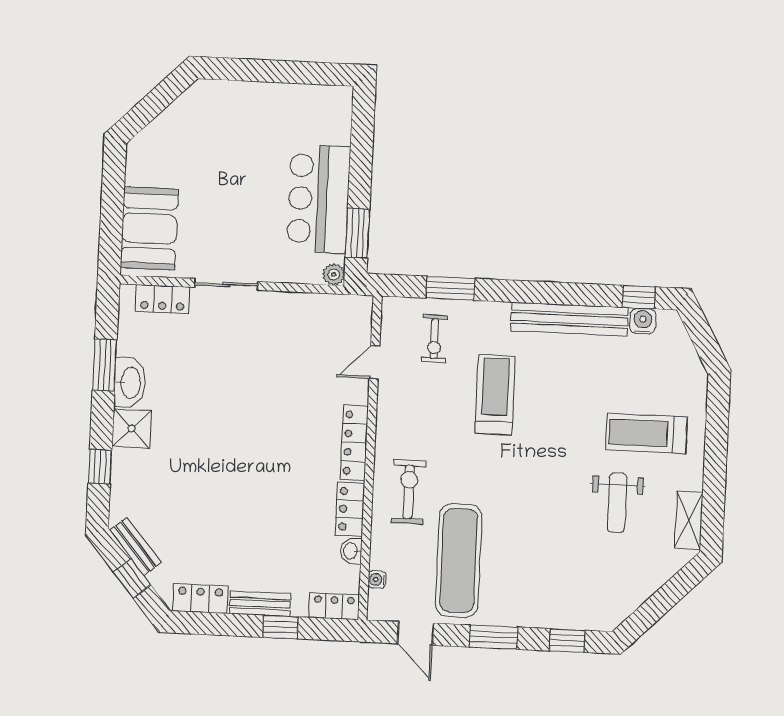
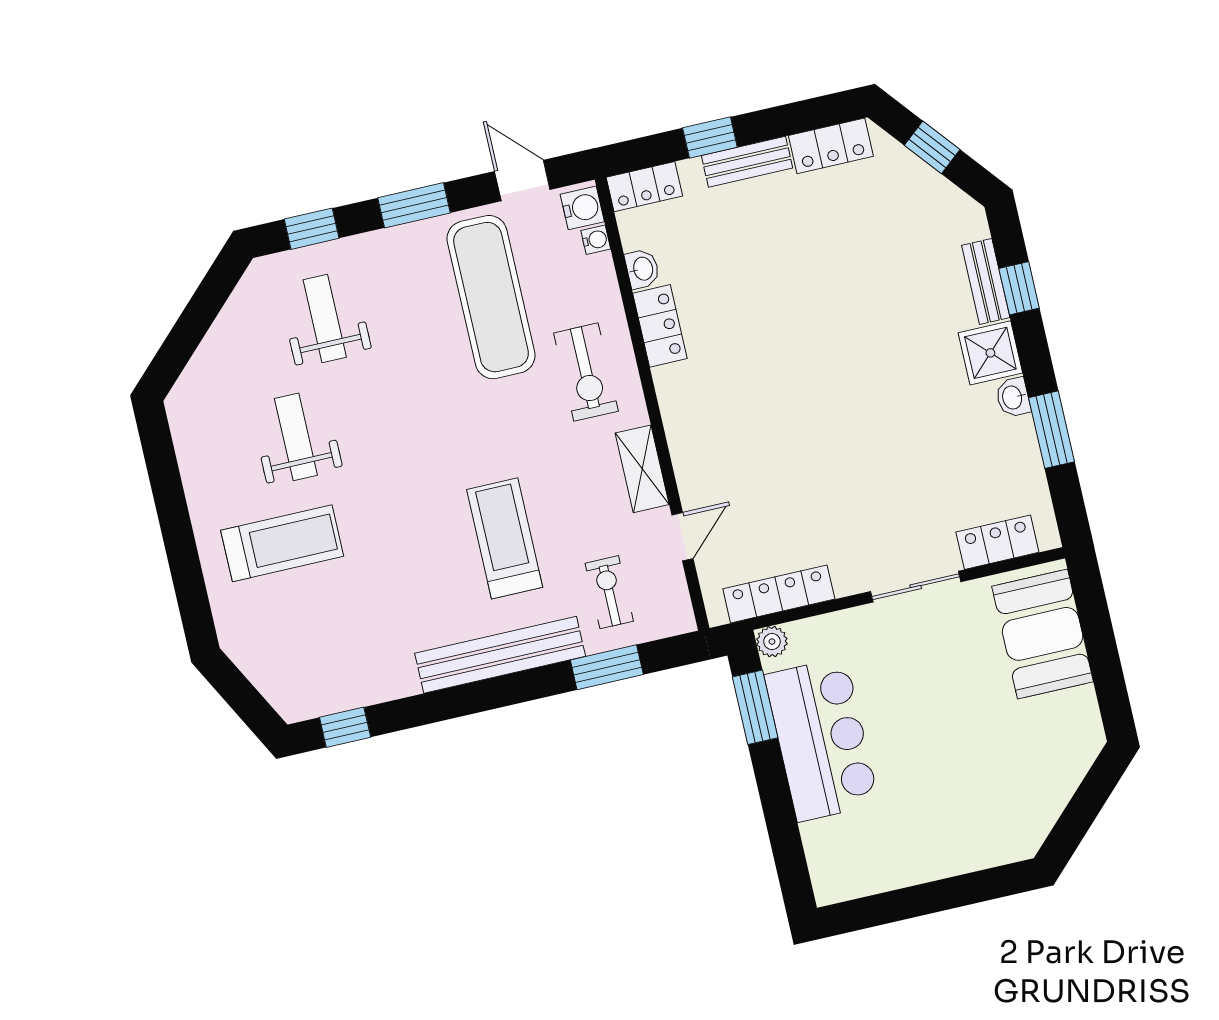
bench: (569, 319) -> (500, 655), moved
water cooler: (643, 321) -> (582, 208), moved, turned -90
washbasin: (130, 383) -> (1013, 397), width x0.52, depth x0.69
treadmill: (495, 395) -> (505, 538), turned 180
locker: (354, 443) -> (779, 594), moved, turned -90
shelving: (689, 520) -> (642, 469), moved
bench: (135, 546) -> (986, 281), moved, turned 40
weight bench: (575, 577) -> (325, 319), added

